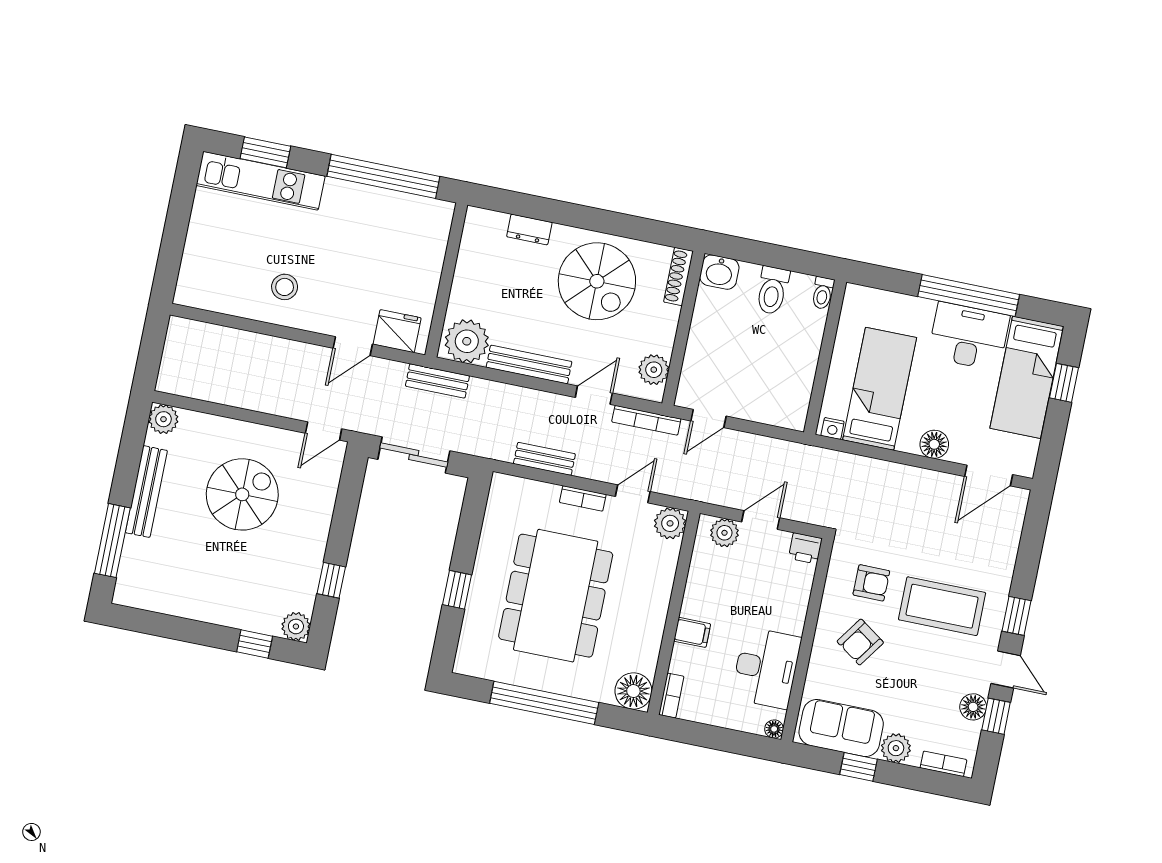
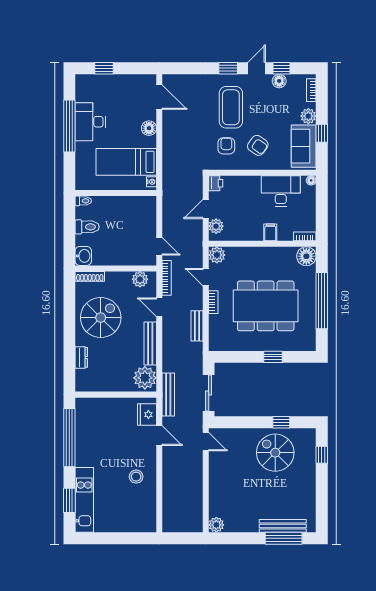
bed: (1027, 377) -> (105, 88), removed
bench: (437, 381) -> (168, 394), width x1.36
bench: (146, 492) -> (283, 526), moved
spiral stairs: (242, 494) -> (275, 453), moved
door: (761, 520) -> (206, 209), hinge flipped
plant: (296, 626) -> (308, 435), removed

